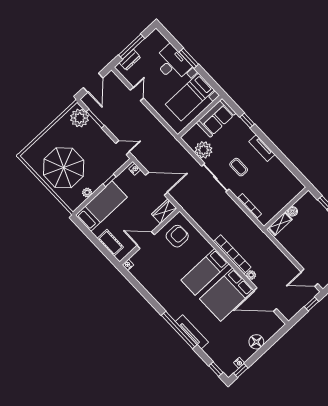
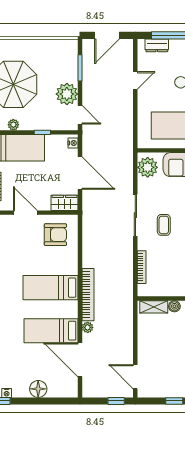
plant: (80, 118) -> (67, 94), moved
plant: (204, 150) -> (148, 167), moved
bed: (227, 295) -> (51, 331), width x0.67

